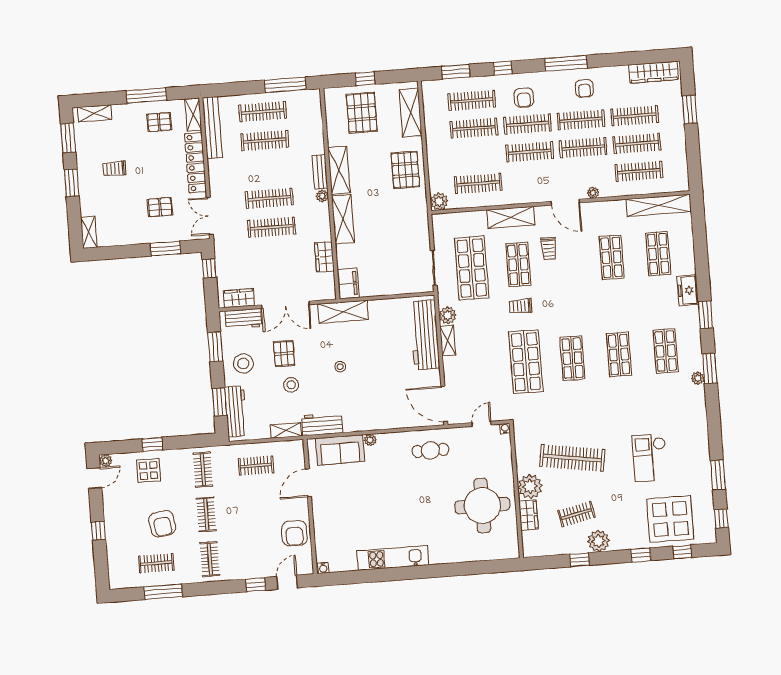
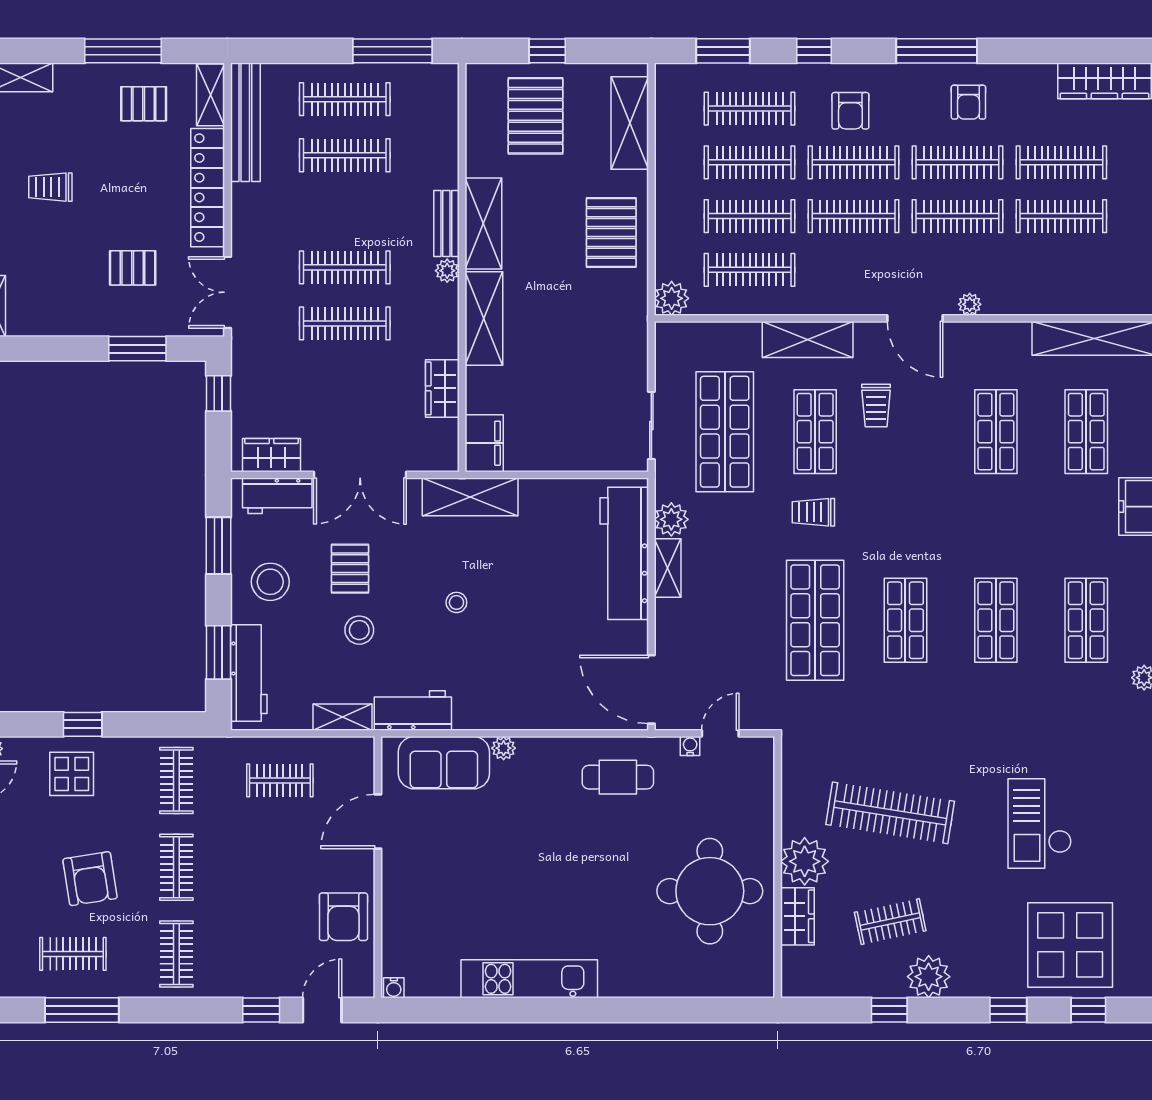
clothes rail: (639, 171) -> (750, 216), moved
water cooler: (505, 429) -> (690, 746), moved

